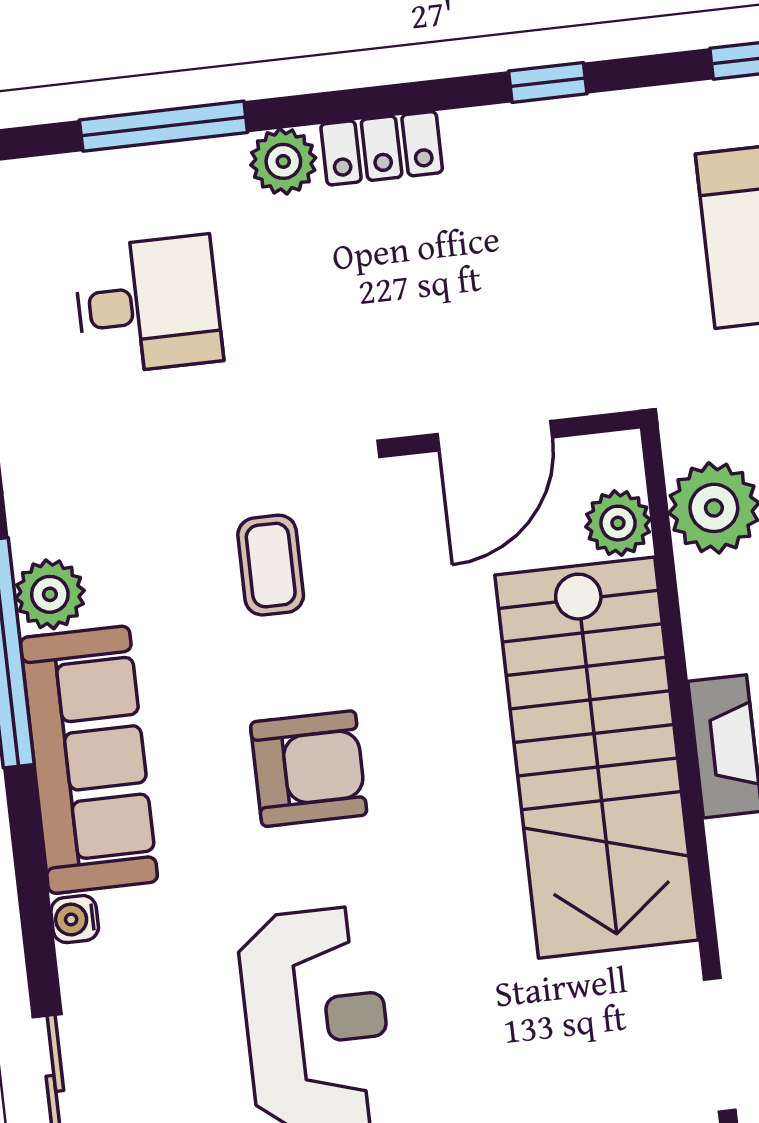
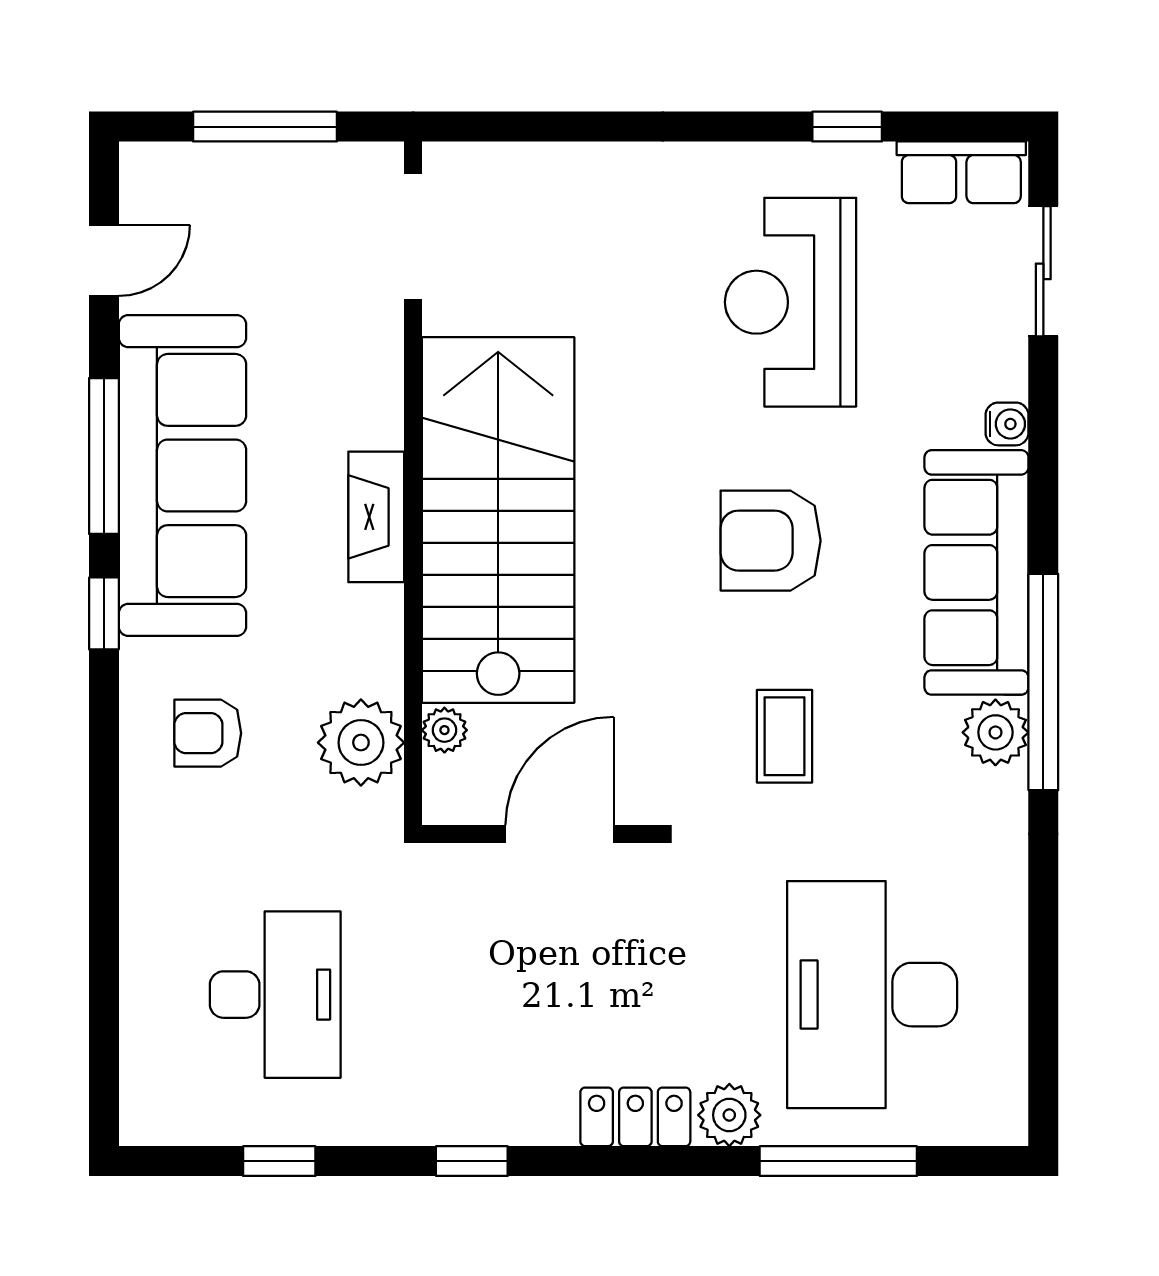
desk: (148, 305) -> (872, 995), width x1.87, depth x1.30
plant: (618, 523) -> (444, 730), width x0.73, depth x0.73

